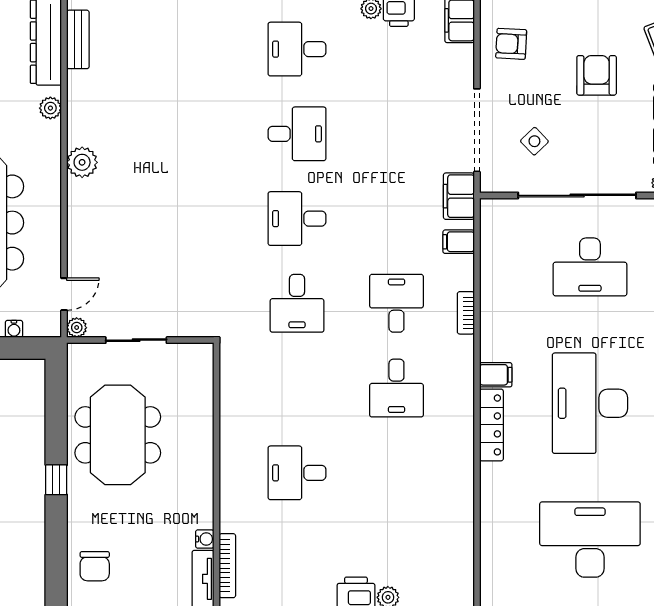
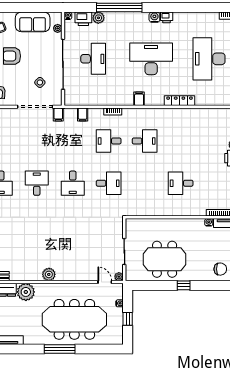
plant: (50, 108) -> (26, 292), width x1.88, depth x1.88
filing cabinet: (459, 196) -> (58, 114), width x0.50
desk: (590, 403) -> (151, 59), turned 180
locker: (491, 425) -> (180, 101), moved
desk: (297, 473) -> (181, 183), turned 90

